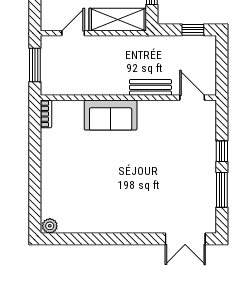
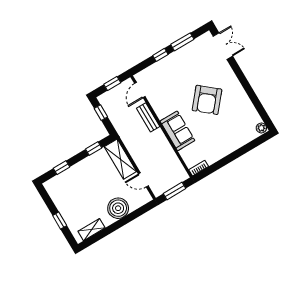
window: (222, 67) -> (112, 83), added
armchair: (128, 177) -> (207, 100), added

